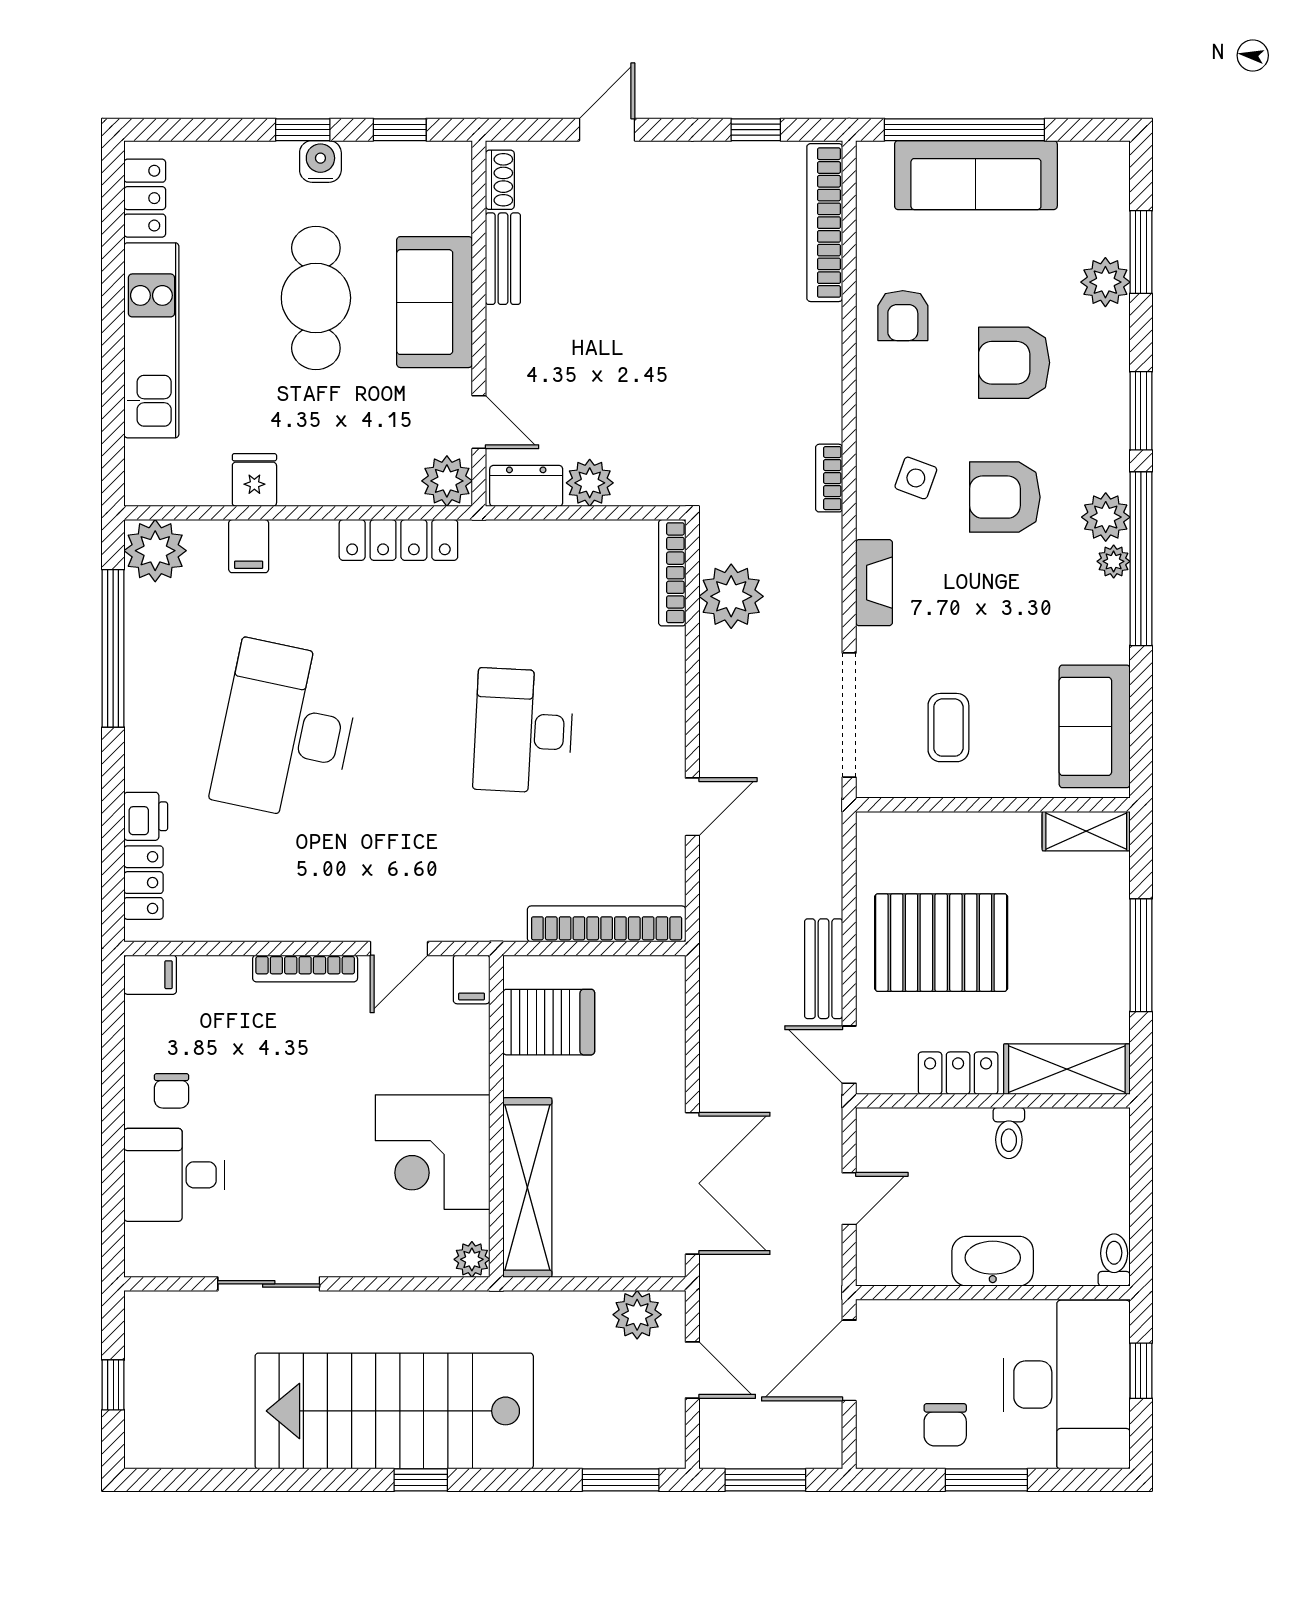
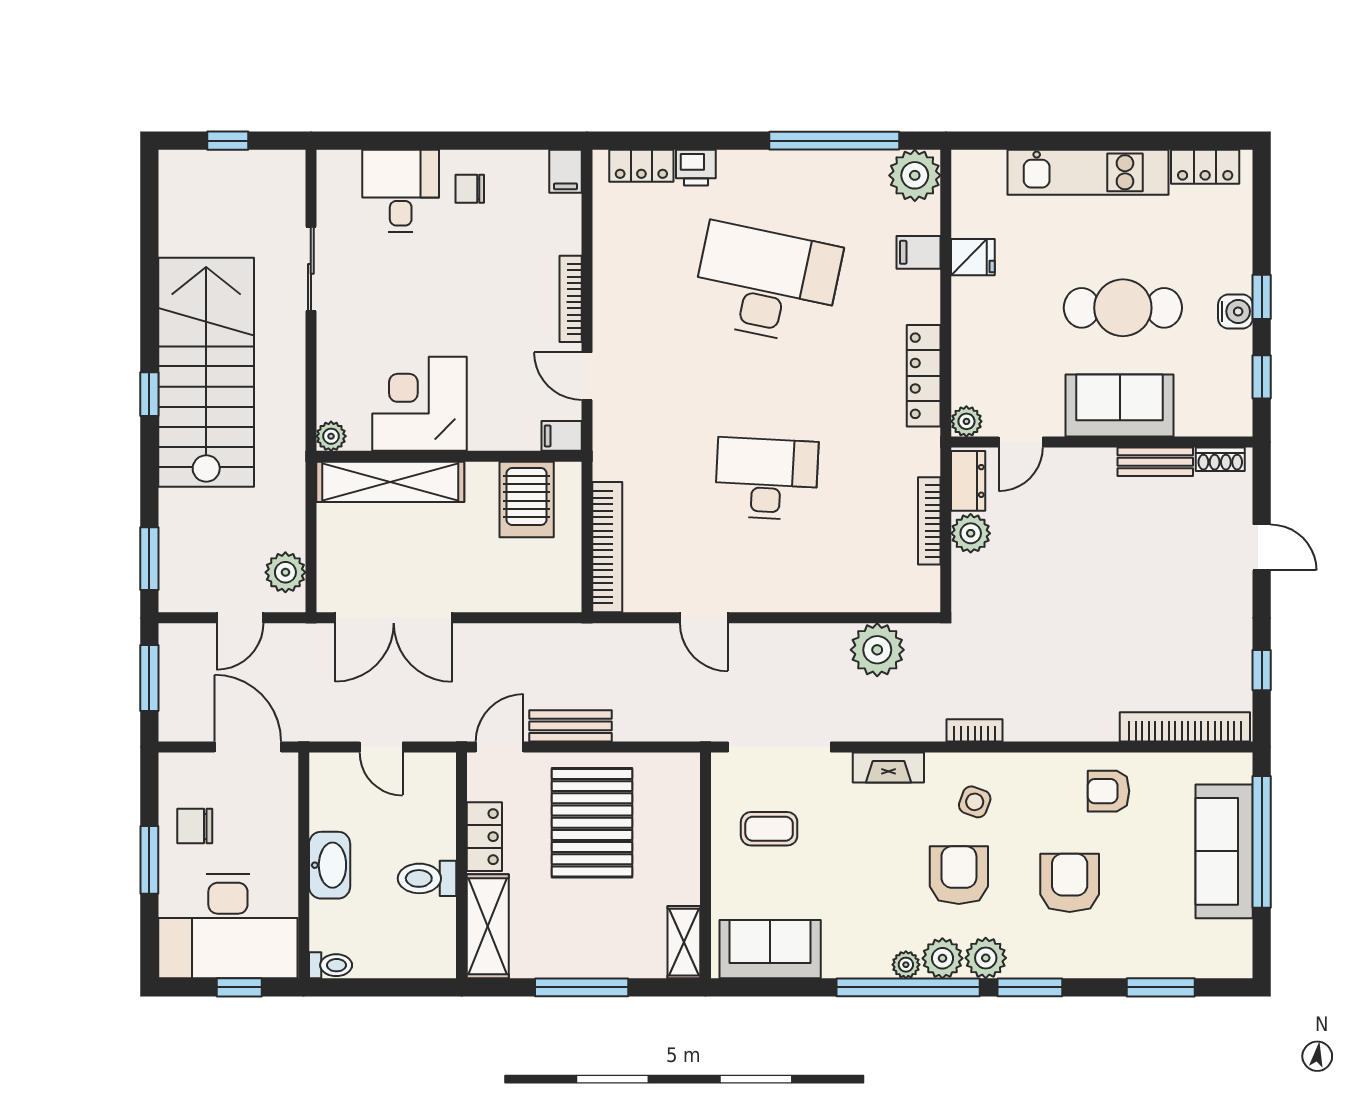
plant: (1105, 282) -> (986, 958), moved
plant: (447, 481) -> (966, 421), width x0.73, depth x0.73
bookcase: (672, 573) -> (929, 521), moved, turned -90
toilet: (1009, 1133) -> (427, 878), width x1.37, depth x1.39

